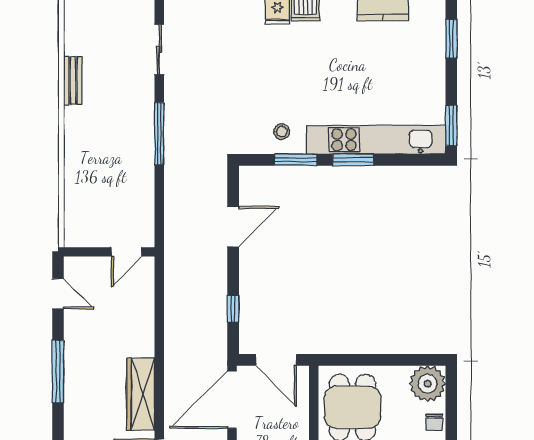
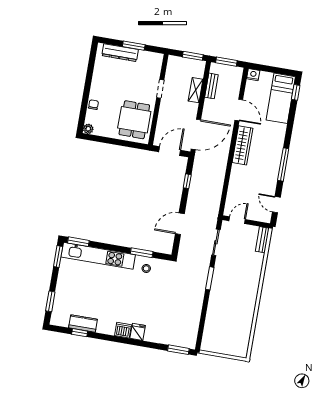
sliding door: (159, 49) -> (216, 242), moved
bench: (73, 81) -> (262, 240), moved
window: (159, 134) -> (210, 278), width x0.69
window: (353, 160) -> (78, 242), moved
door: (276, 360) -> (170, 151), hinge flipped
plant: (428, 384) -> (88, 129), width x0.53, depth x0.53

